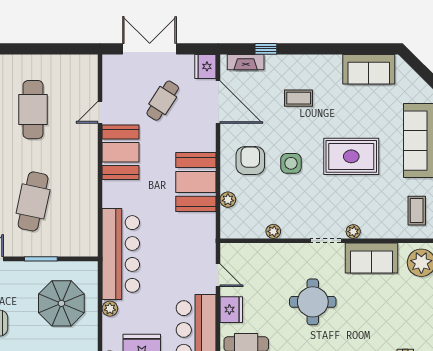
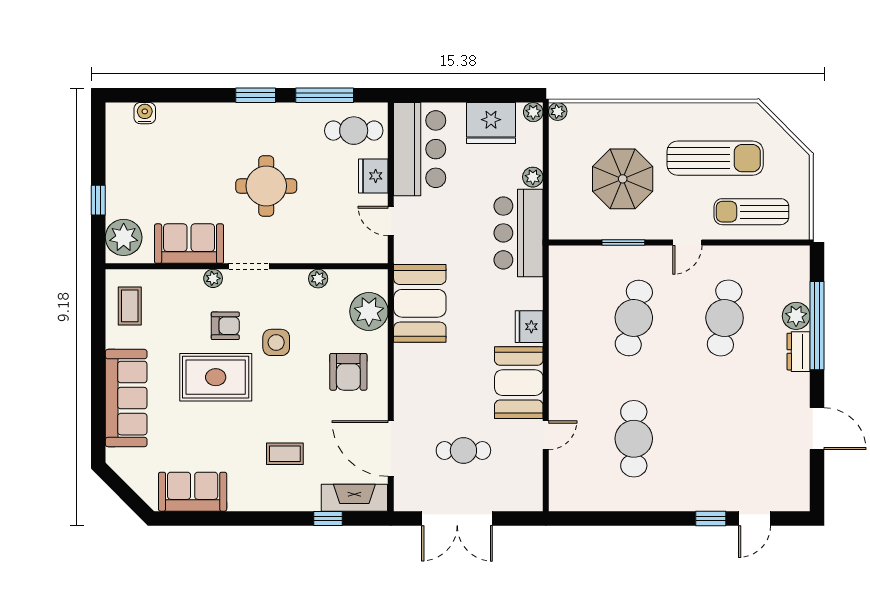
double door: (150, 49) -> (457, 518), moved
fireplace: (246, 62) -> (354, 498), width x1.37, depth x1.32
fridge: (205, 66) -> (529, 327), moved, turned 180
cafe table: (163, 101) -> (463, 450), turned 57
side table: (291, 163) -> (276, 342), moved
booth: (196, 182) -> (420, 303), moved
armchair: (344, 196) -> (225, 326), added
plant: (228, 200) -> (369, 311), width x1.88, depth x1.88
bar counter: (121, 254) -> (518, 233), width x0.73
parasol: (61, 303) -> (623, 179), moved

